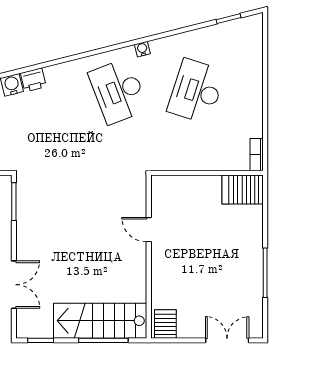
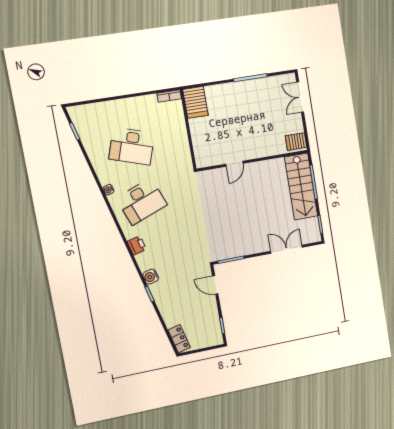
printer: (33, 80) -> (137, 245), moved

